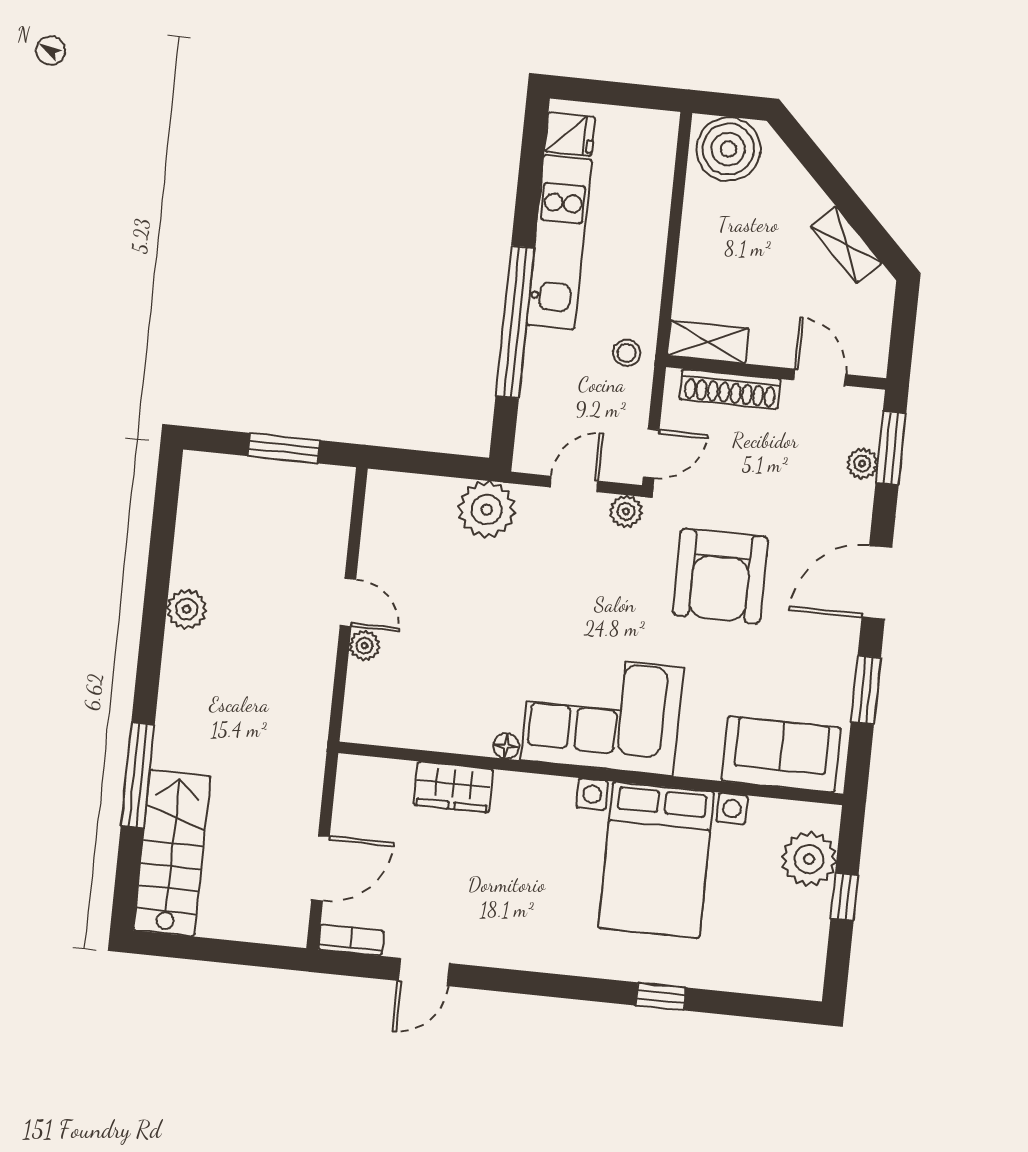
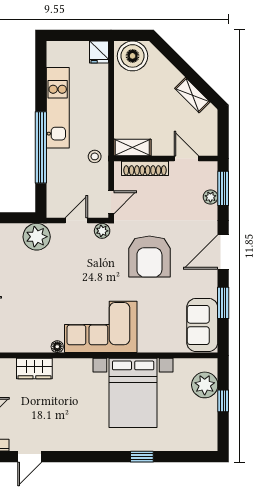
fridge: (570, 134) -> (99, 52), moved, turned 90
sofa: (781, 754) -> (202, 325), moved, turned -90

